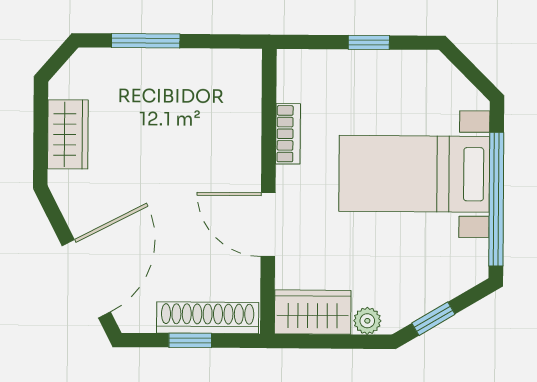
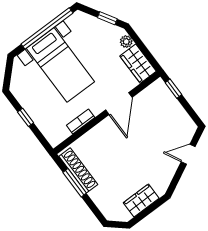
window: (146, 41) -> (75, 183), moved
door: (86, 279) -> (188, 154), width x0.53
shoe rack: (208, 318) -> (78, 170), moved, turned 180
window: (190, 340) -> (173, 89), moved

